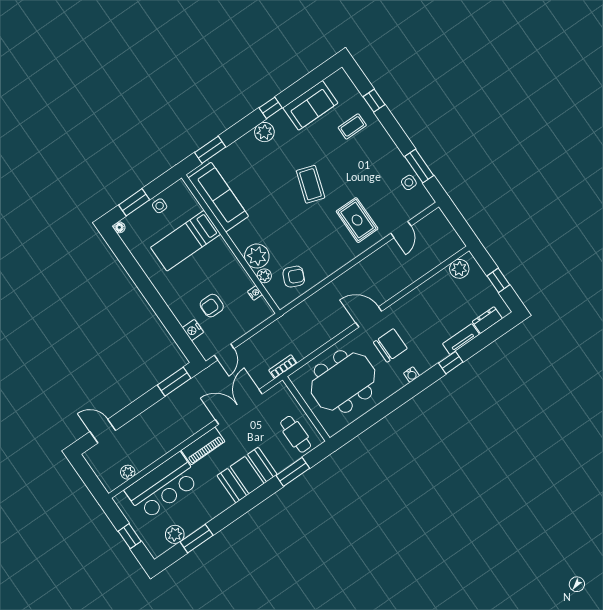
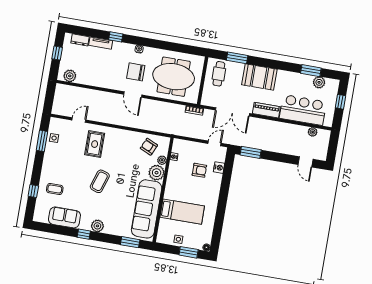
sofa: (218, 197) -> (147, 209), width x1.36, depth x1.27

